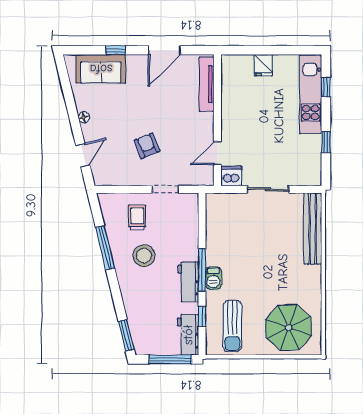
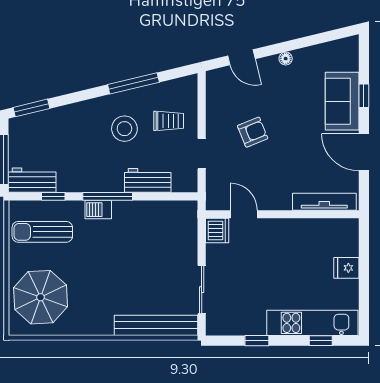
sofa: (101, 69) -> (342, 101), moved
sliding door: (268, 189) -> (202, 290), moved
workbench: (188, 282) -> (148, 180), moved

